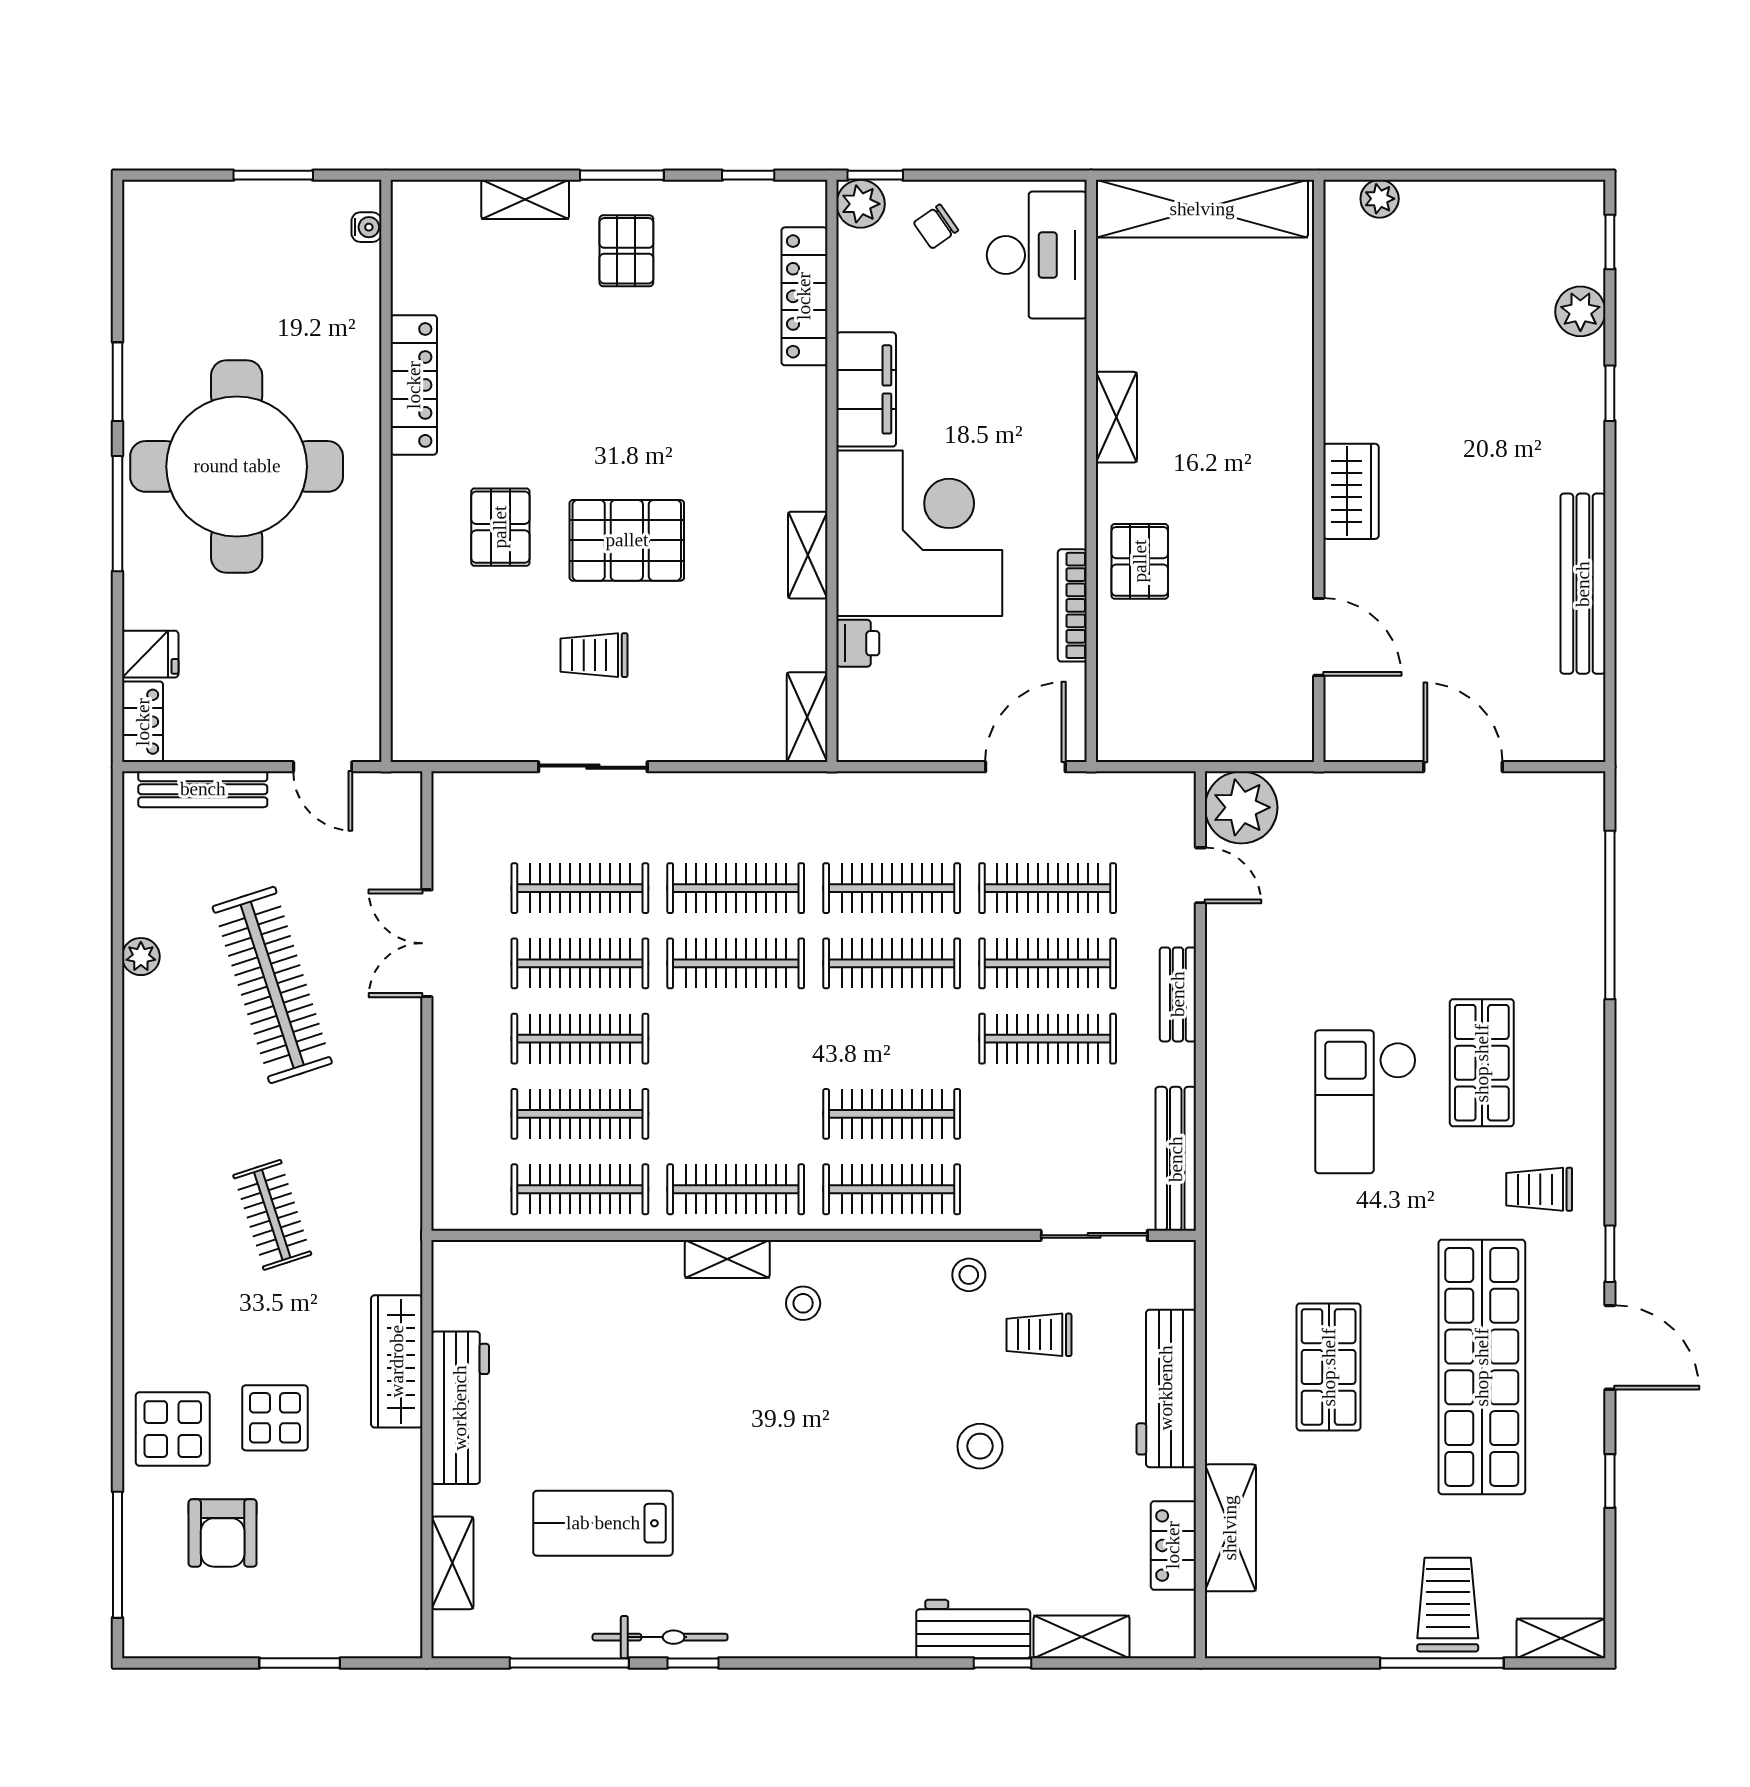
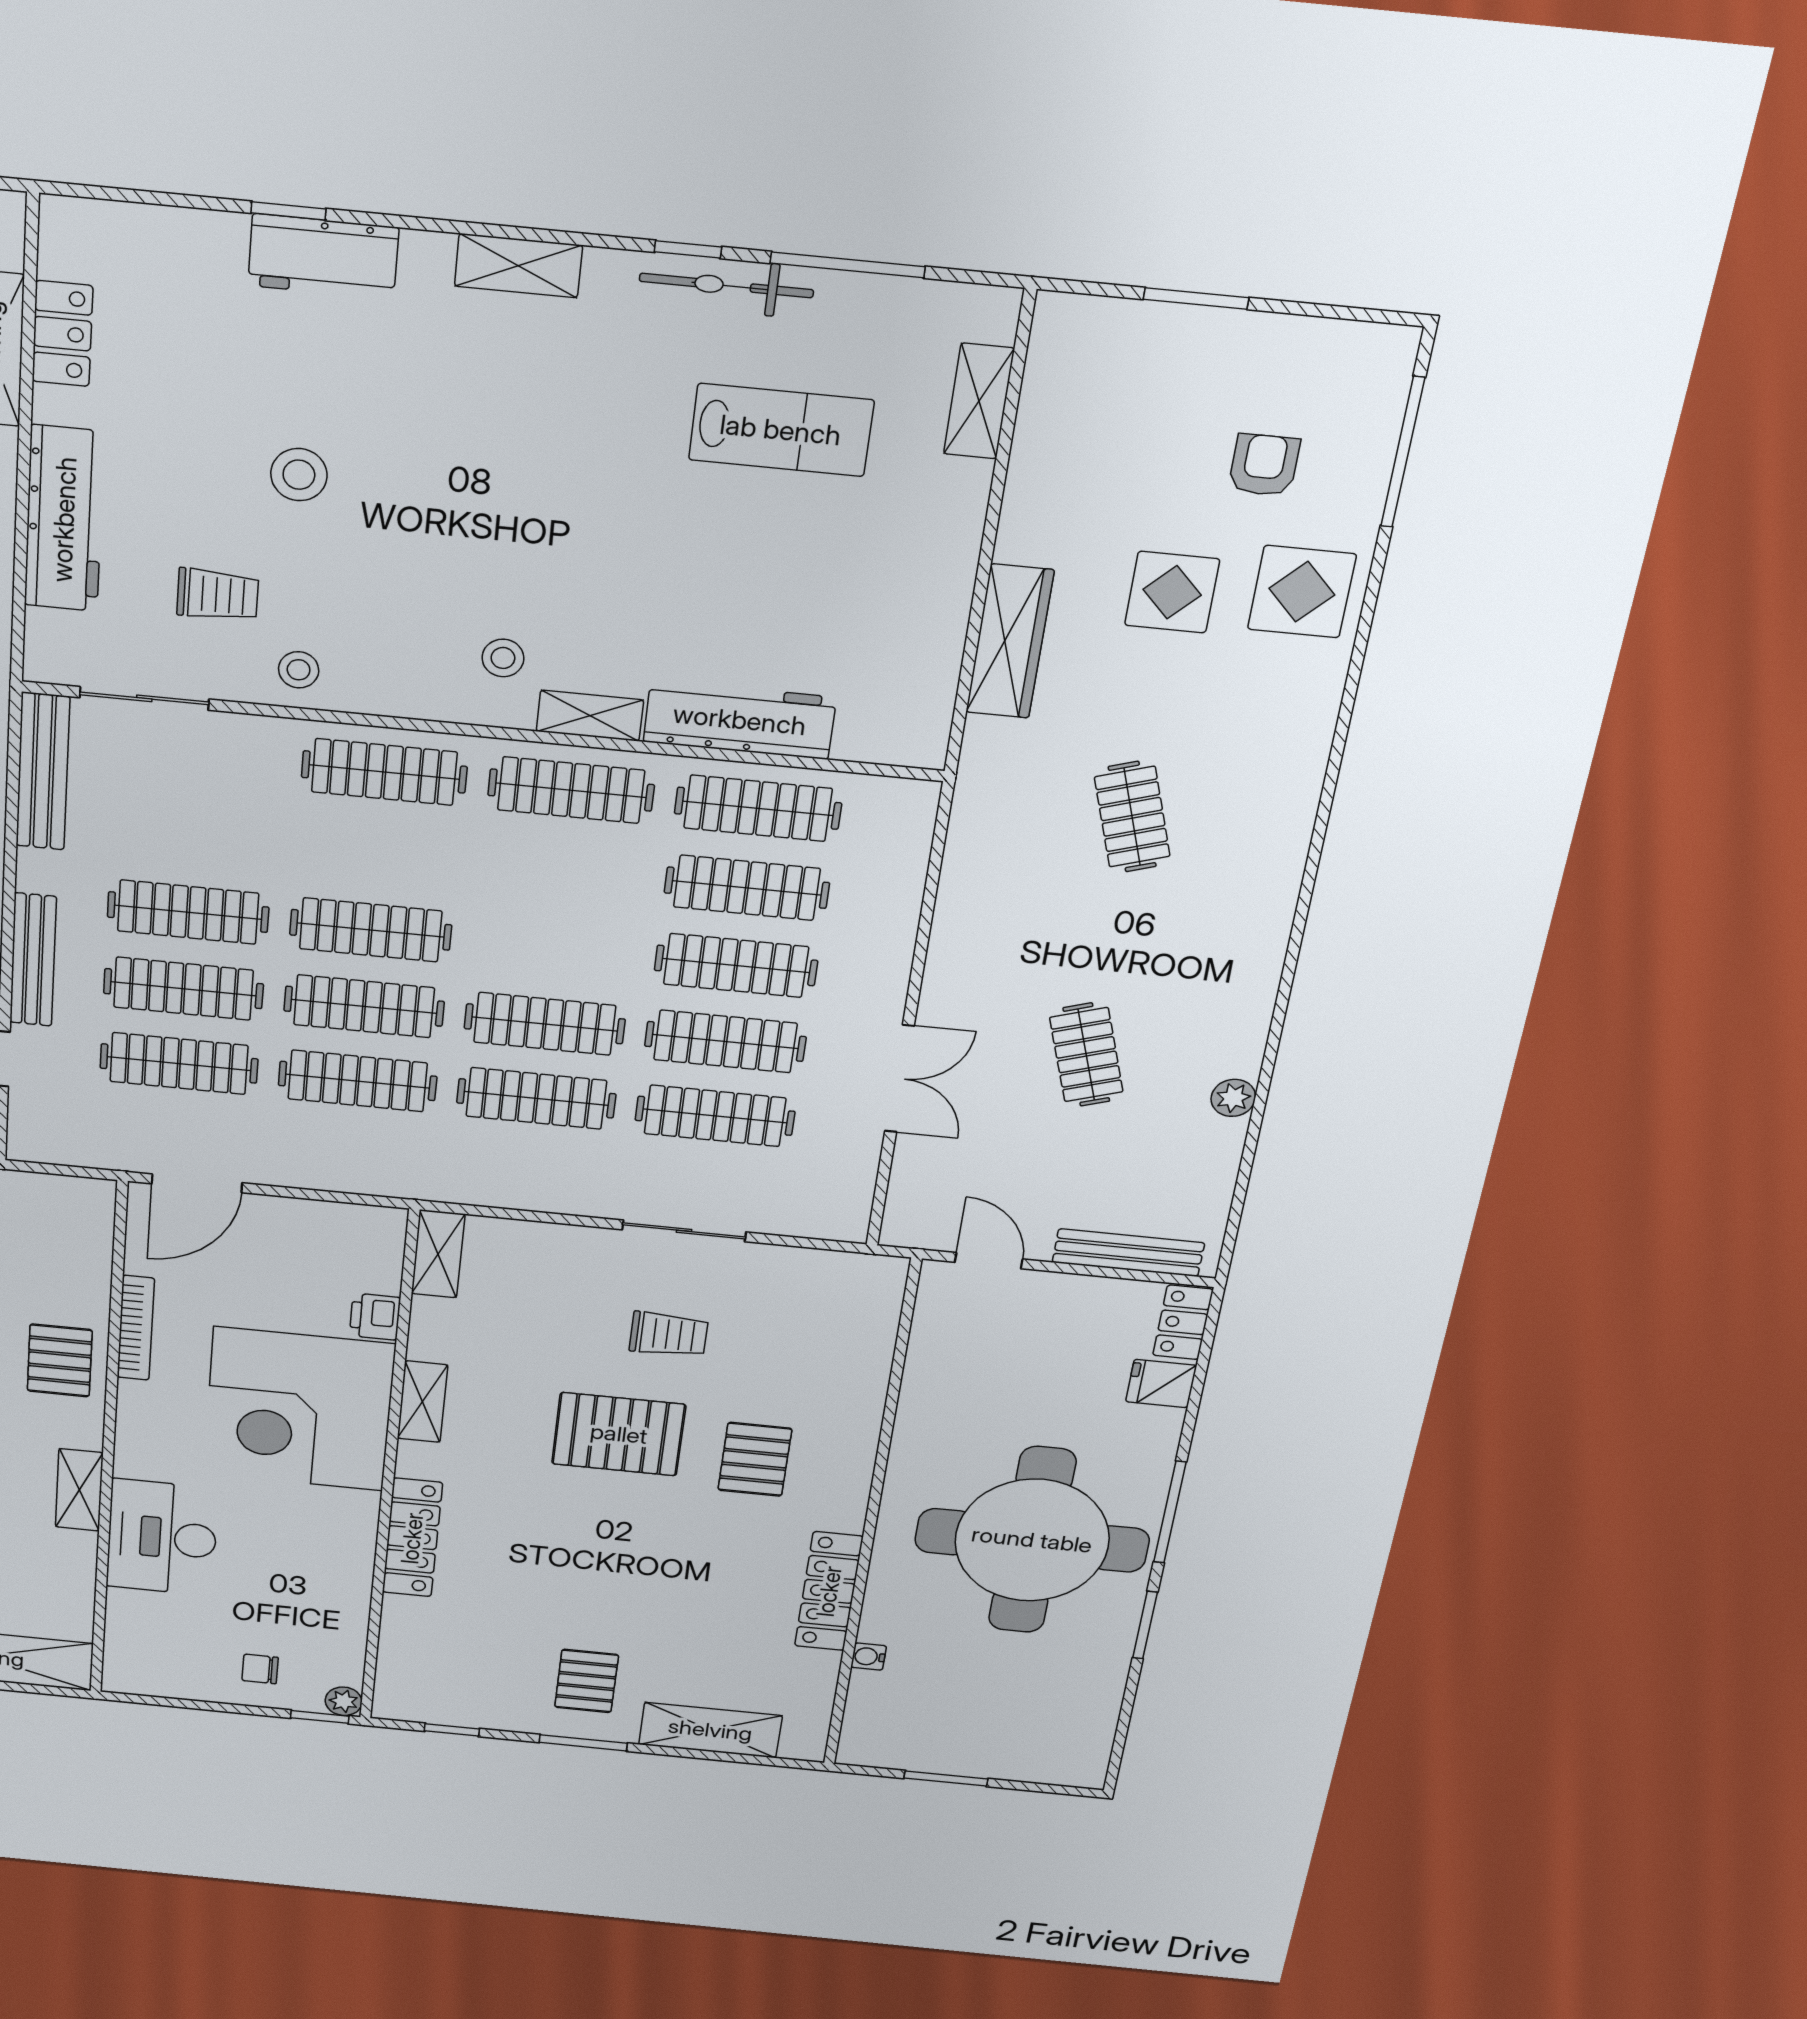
shelving: (525, 199) -> (710, 1730), width x1.50, depth x1.33
plant: (861, 204) -> (344, 1701), width x0.73, depth x0.73
water cooler: (366, 227) -> (869, 1657), moved
chair: (936, 227) -> (260, 1669), turned -145
desk: (1037, 255) -> (162, 1537), moved
locker: (804, 296) -> (412, 1538), moved
filing cabinet: (866, 389) -> (345, 1540), removed
clothes rail: (272, 985) -> (1086, 1055), width x0.54, depth x0.76
bench: (1178, 994) -> (33, 960), width x1.36
clothes rail: (892, 1114) -> (371, 930), moved
workbench: (460, 1408) -> (740, 720), moved, turned 90
armchair: (223, 1533) -> (1264, 465), width x0.72, depth x0.72
shelving: (1082, 1637) -> (518, 266), moved

